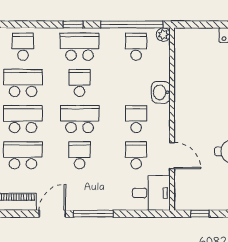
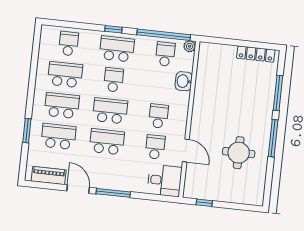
washbasin: (161, 92) -> (184, 81), moved
school desk: (80, 155) -> (107, 142), width x1.85
door: (52, 214) -> (78, 189), hinge flipped

